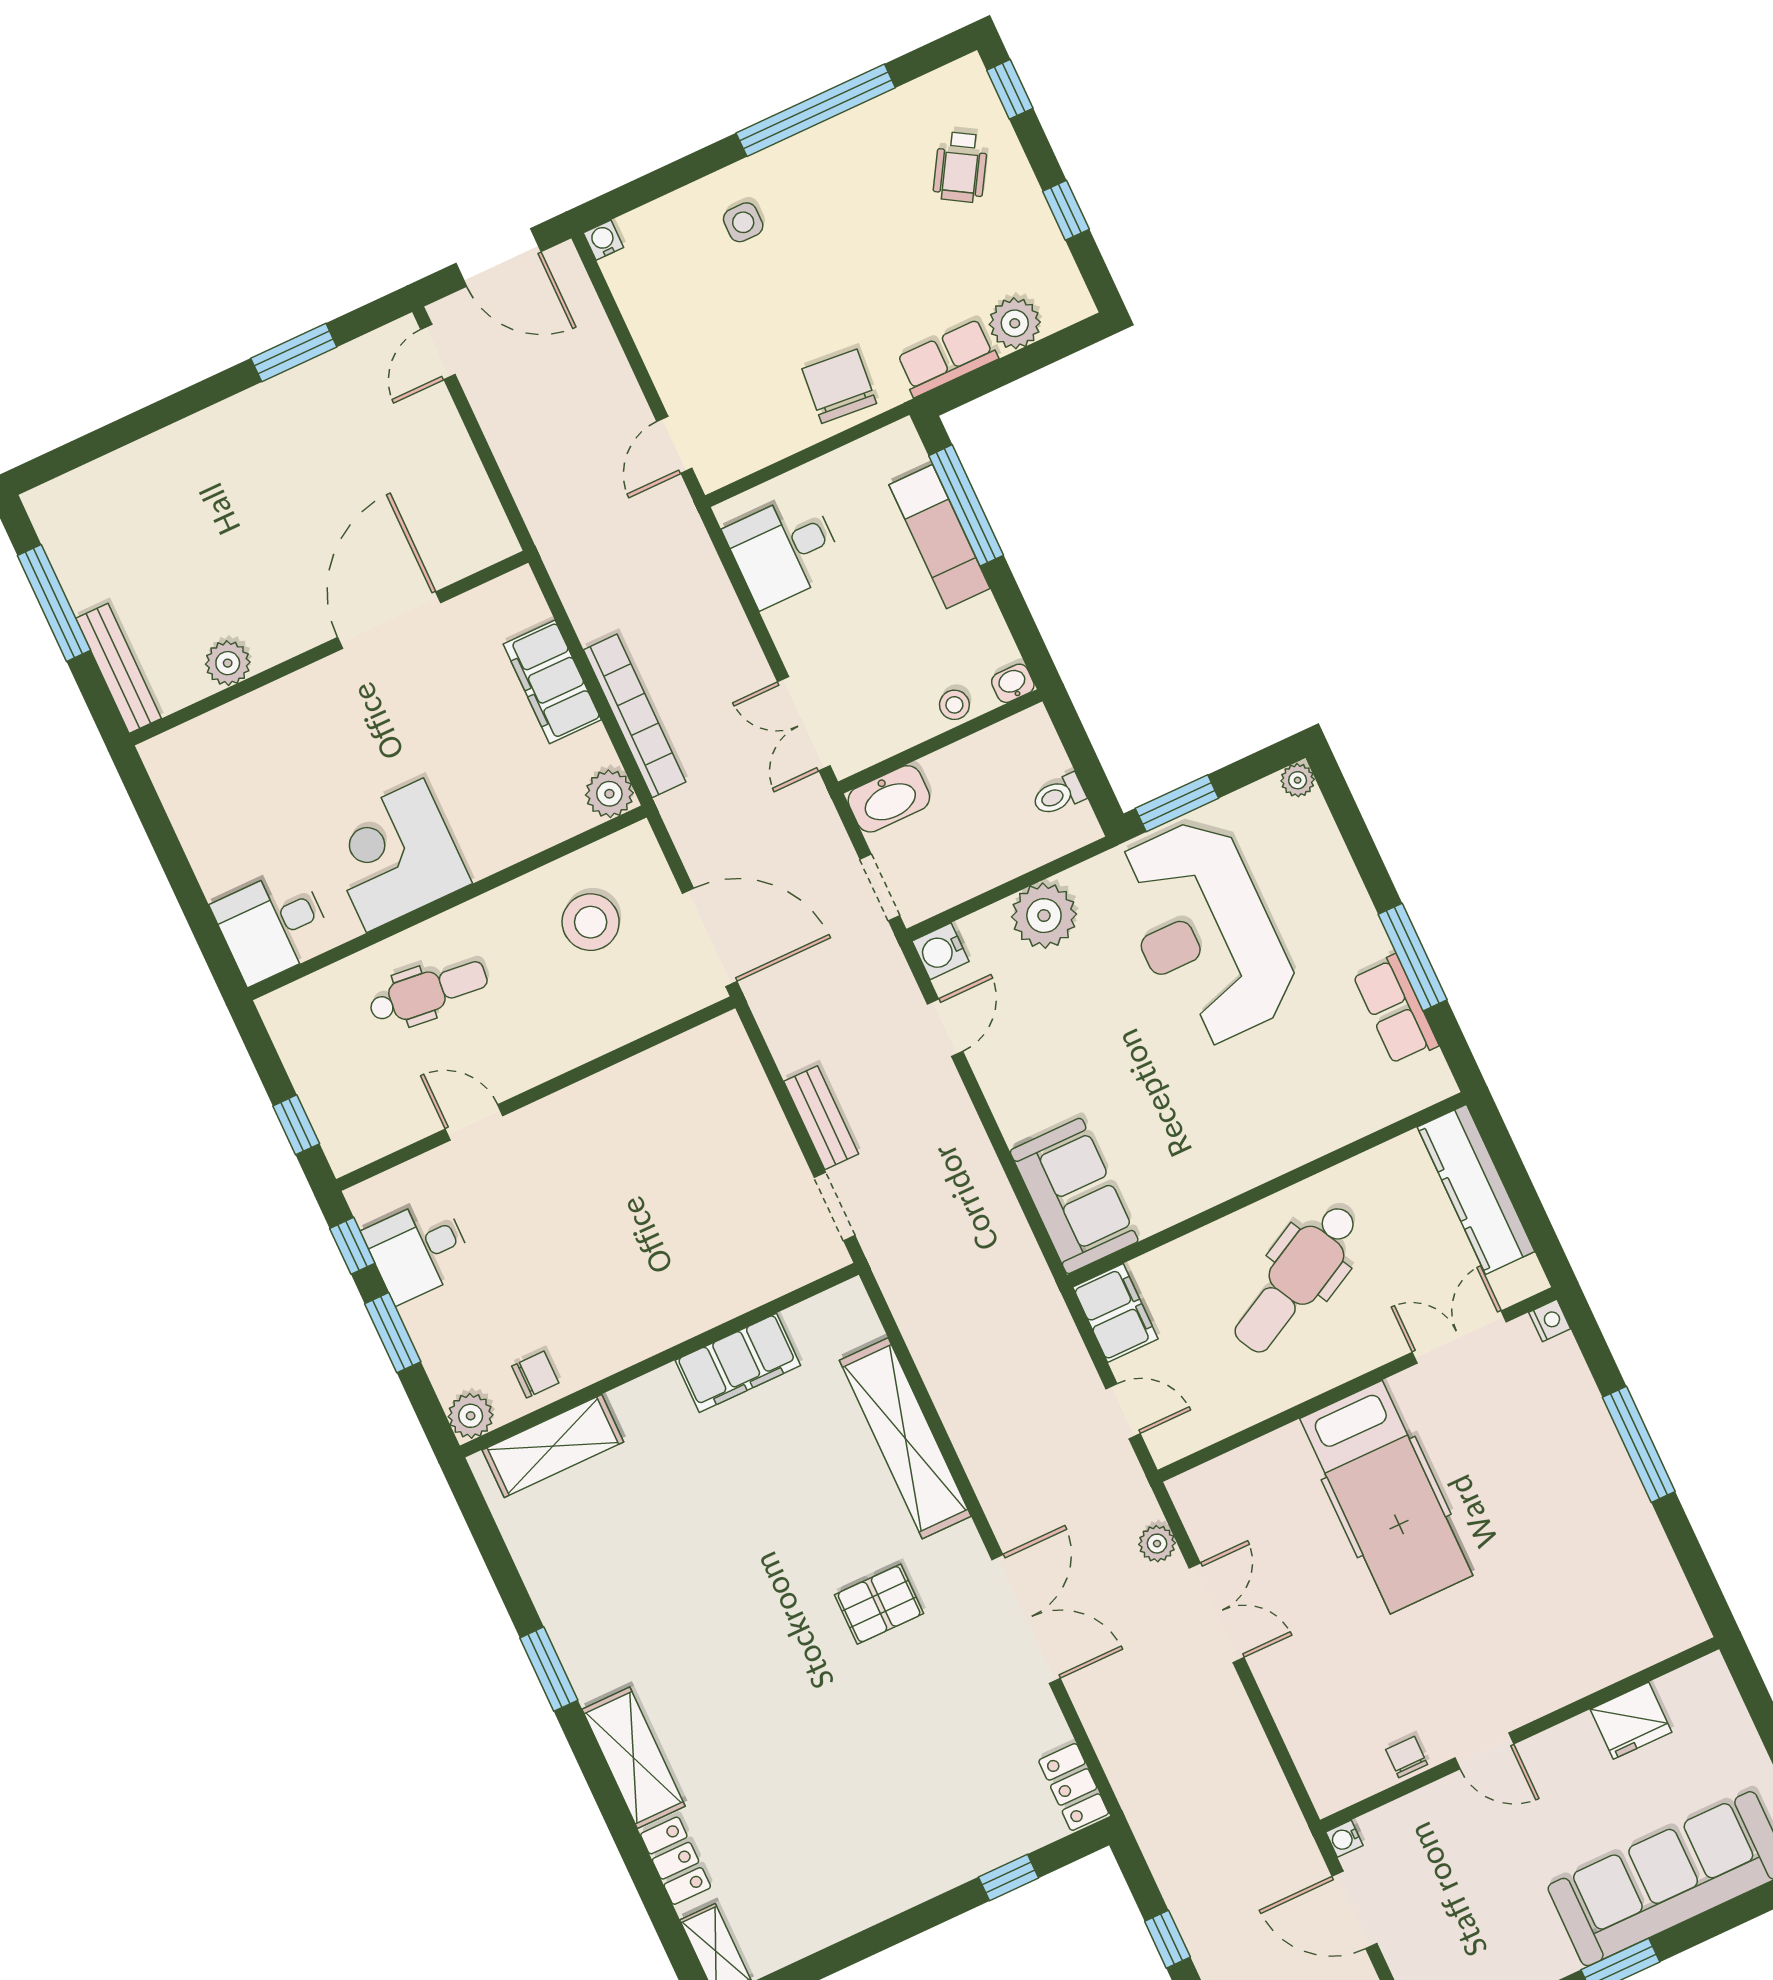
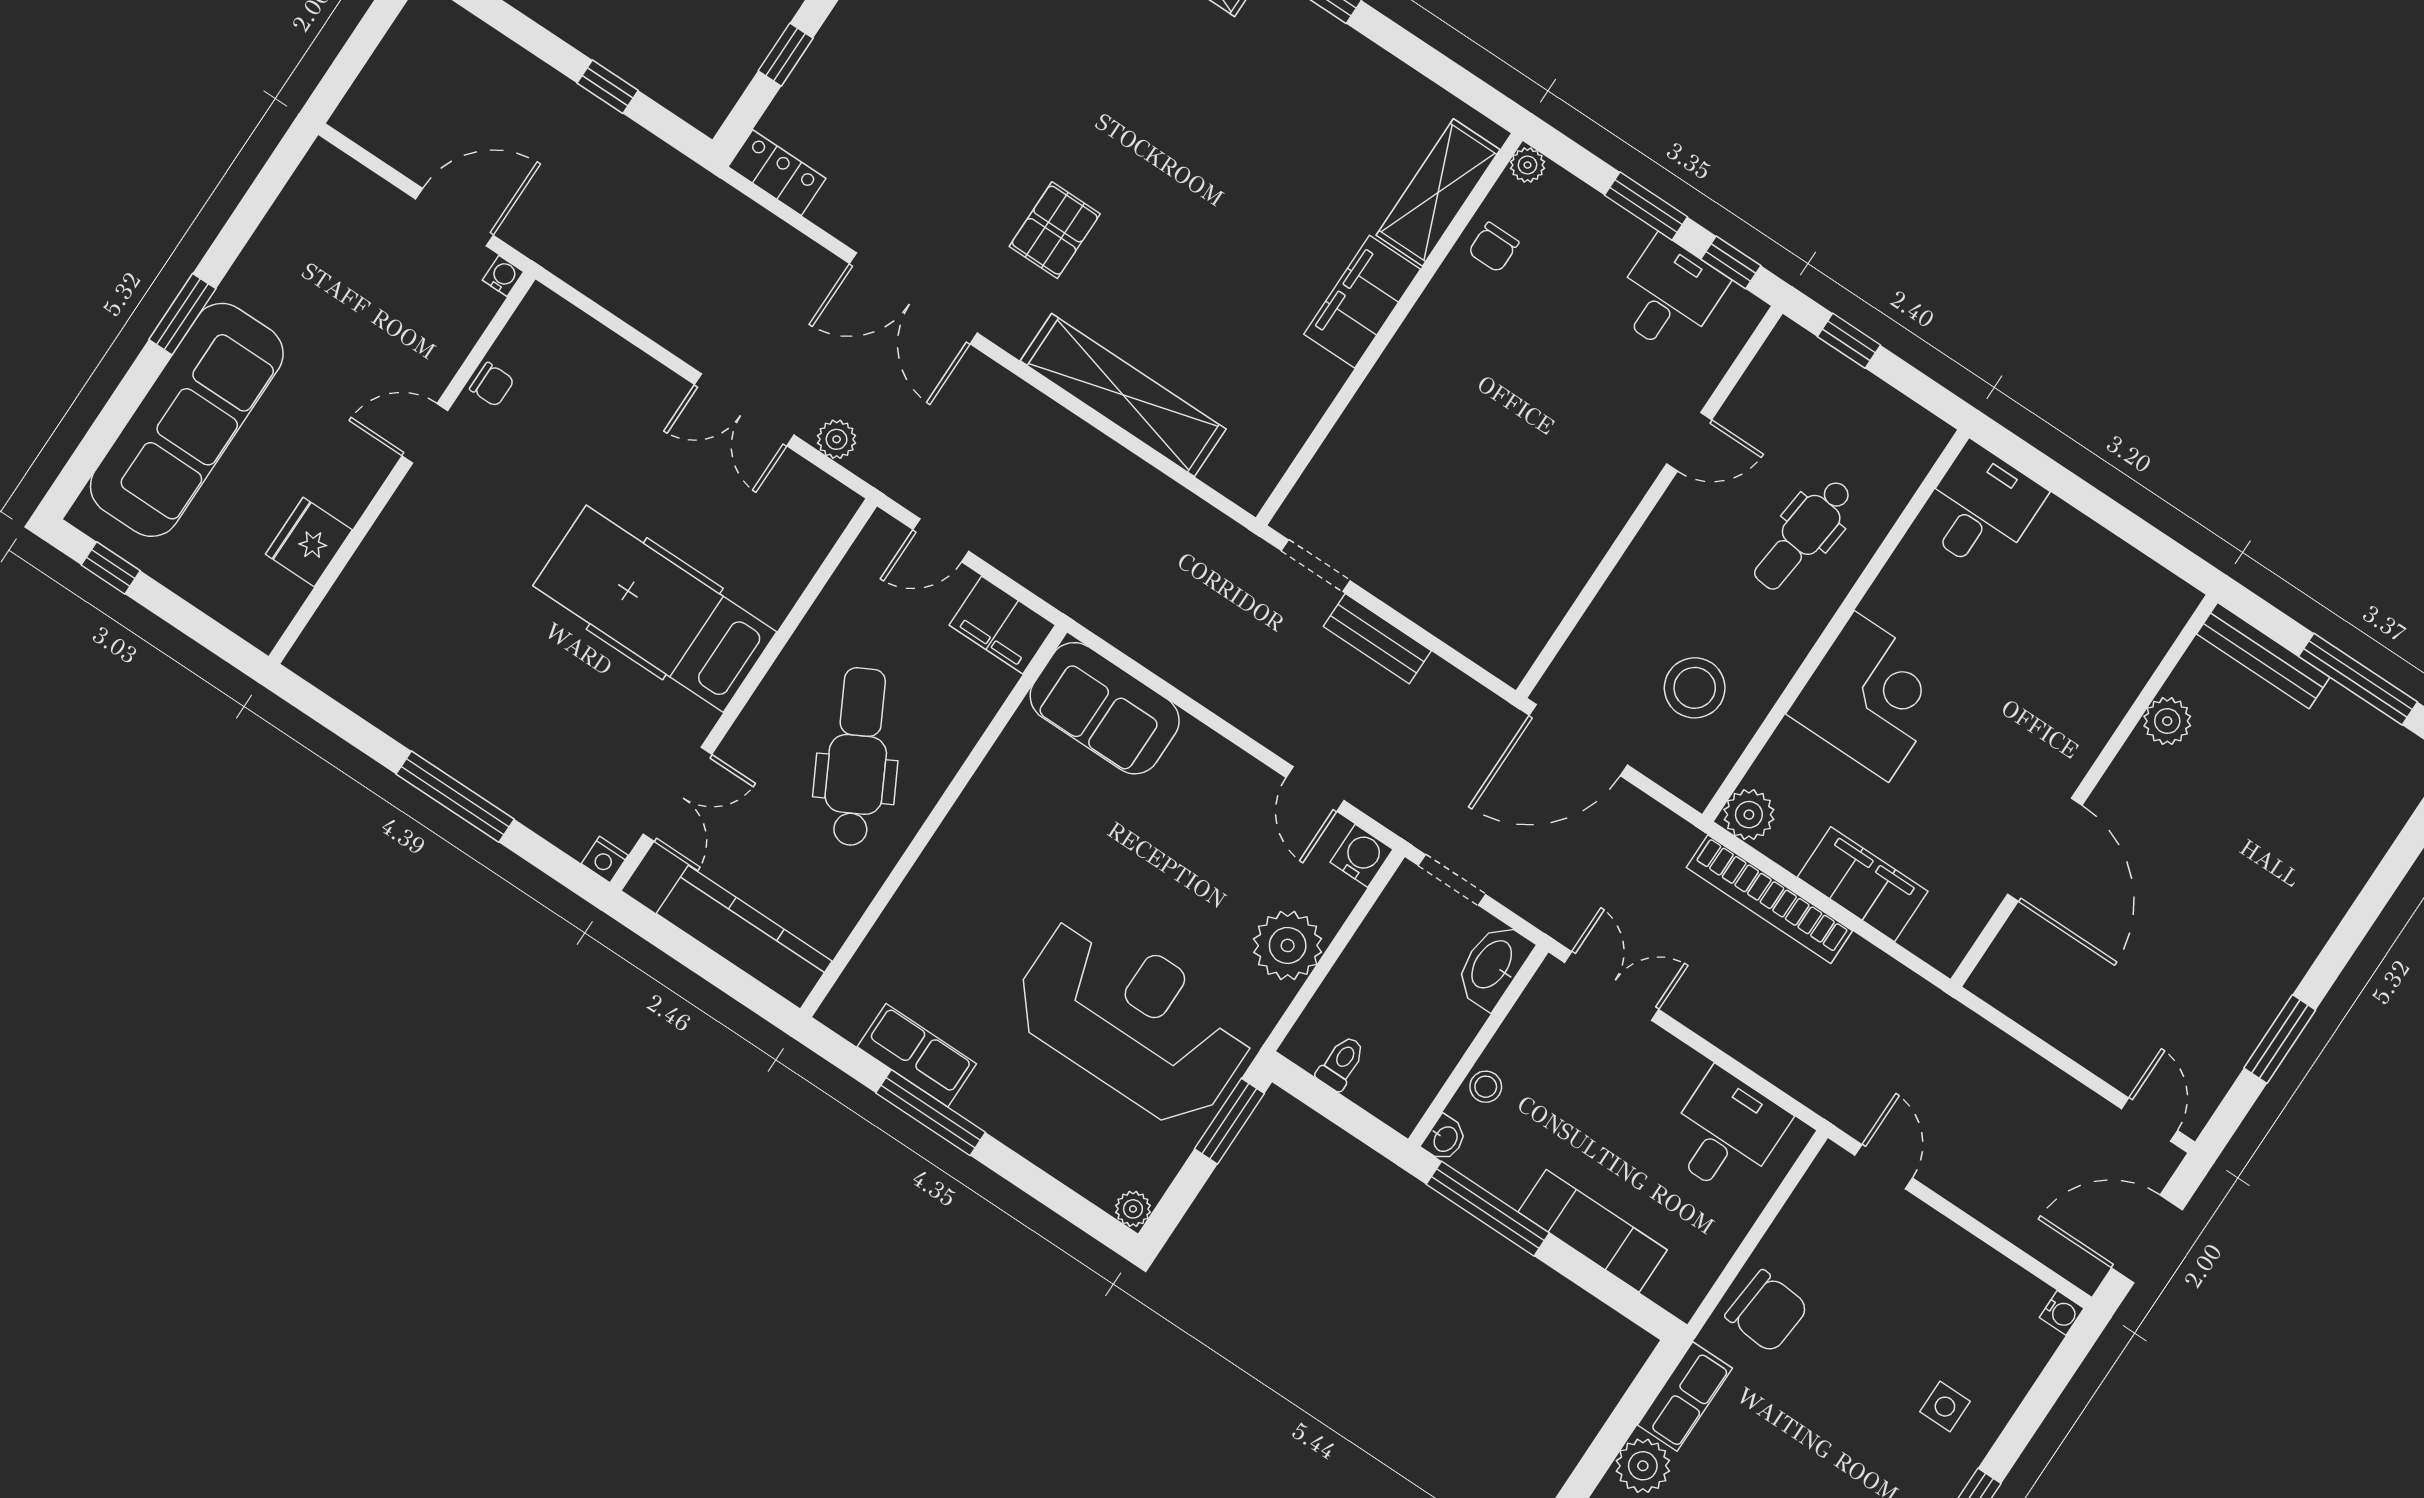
window: (966, 505) -> (1488, 1209), moved
corner desk: (395, 855) -> (1871, 697), moved
filing cabinet: (738, 1363) -> (1362, 302), moved
plant: (471, 1416) -> (1528, 165), width x0.73, depth x0.73

